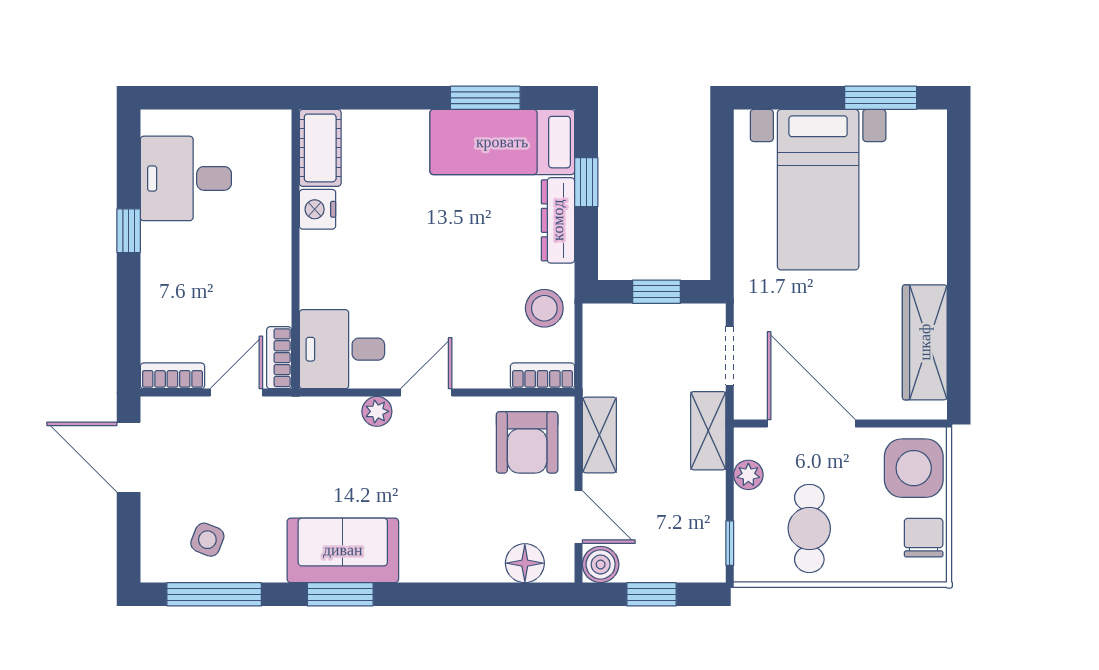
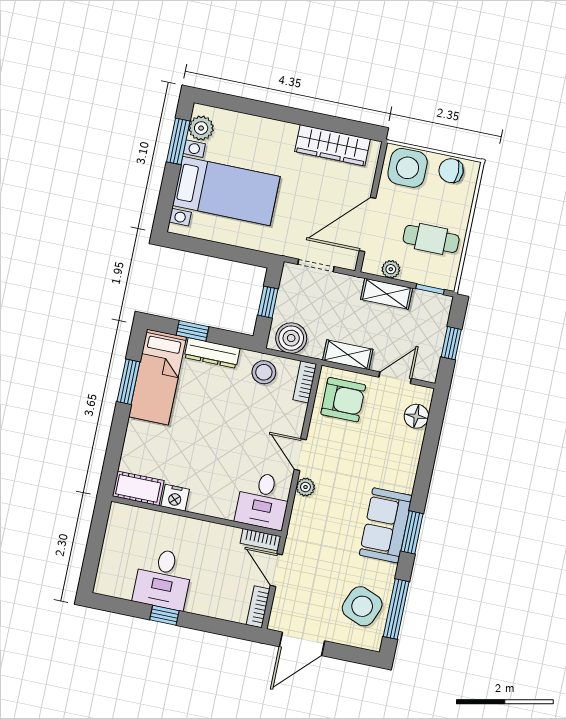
plant: (909, 129) -> (201, 128), added
desk: (186, 178) -> (163, 579), moved
shelving: (708, 431) -> (387, 294), moved
side table: (207, 540) -> (362, 606), width x1.87, depth x1.87
boiler: (601, 564) -> (291, 338), moved, width x1.36, depth x1.36

